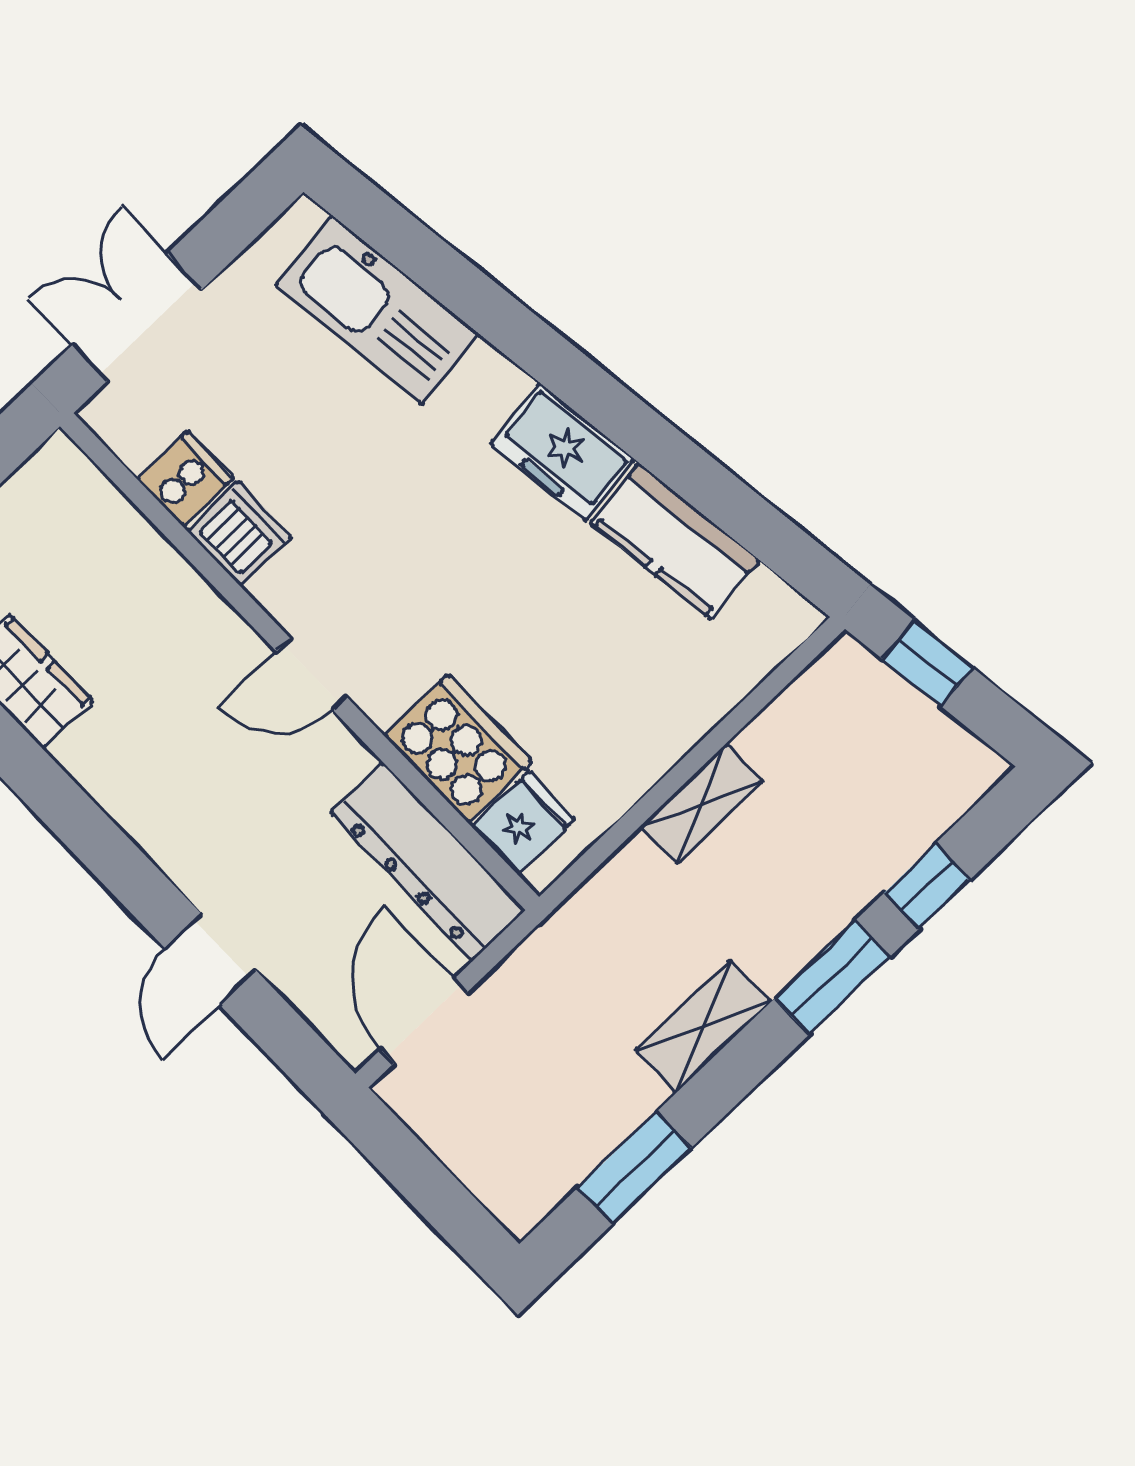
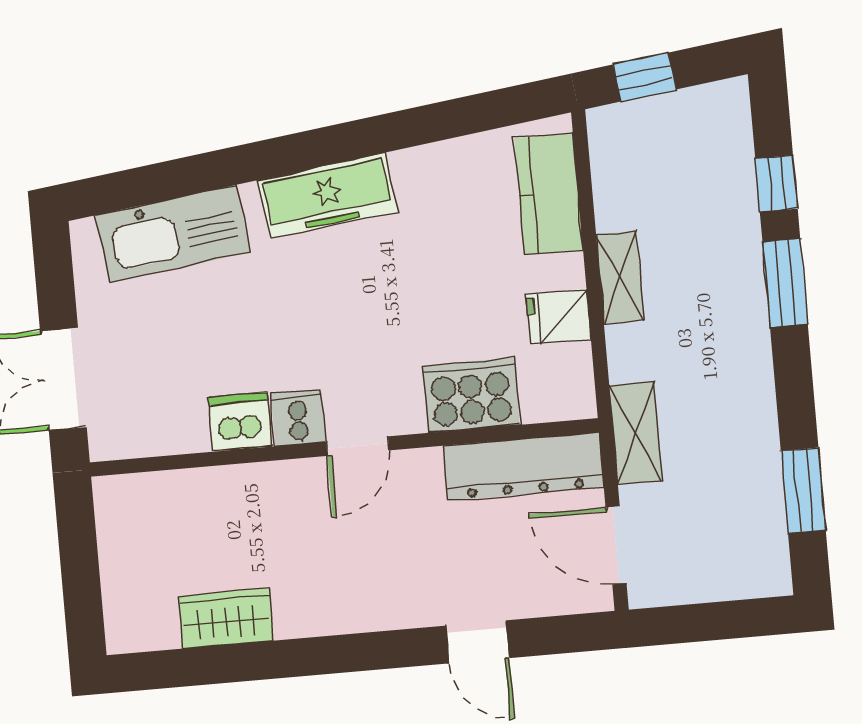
freezer: (563, 452) -> (328, 196), width x1.40
cooker: (185, 479) -> (298, 418), moved
kitchen counter: (675, 541) -> (549, 194), moved, turned 97
fridge: (523, 823) -> (558, 317), moved, turned -90
shelving: (703, 1026) -> (636, 433), moved

